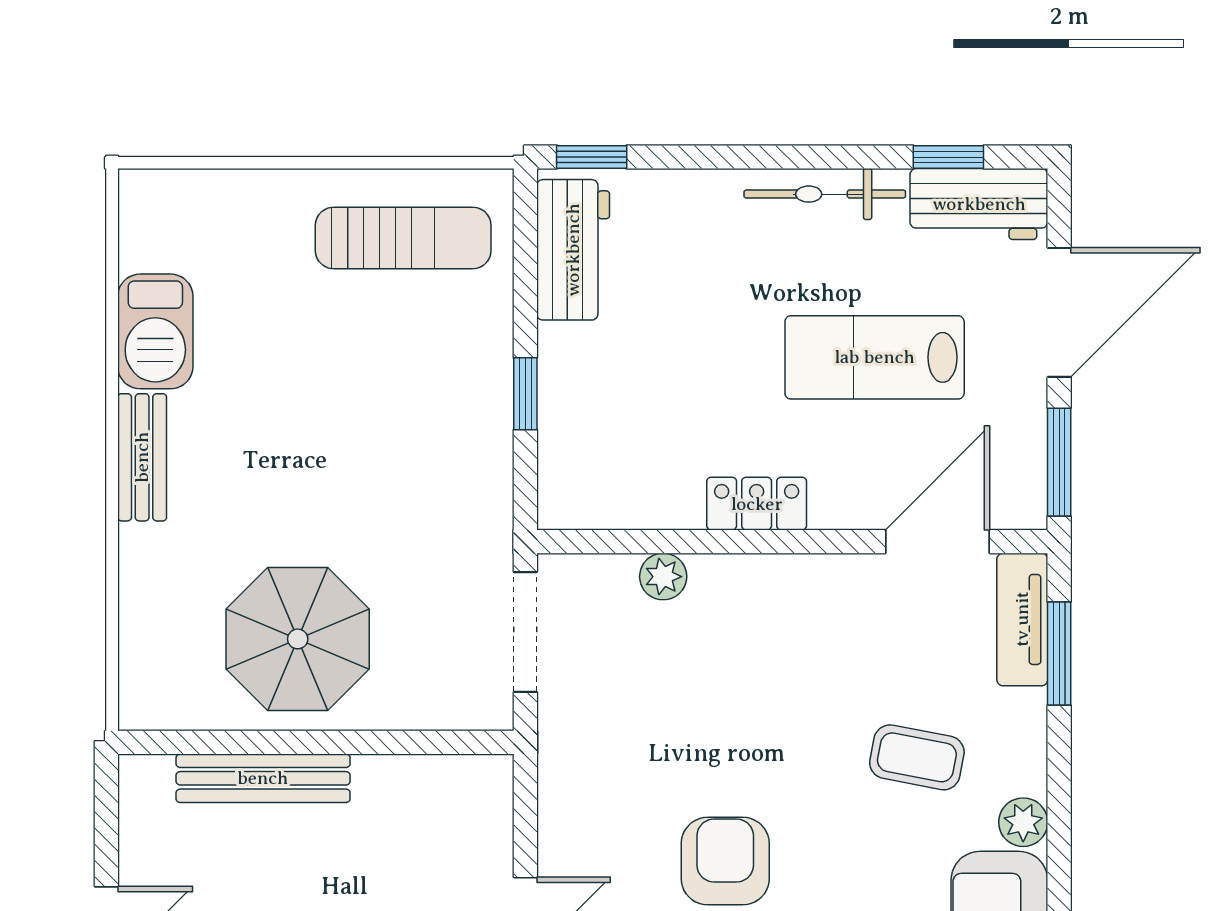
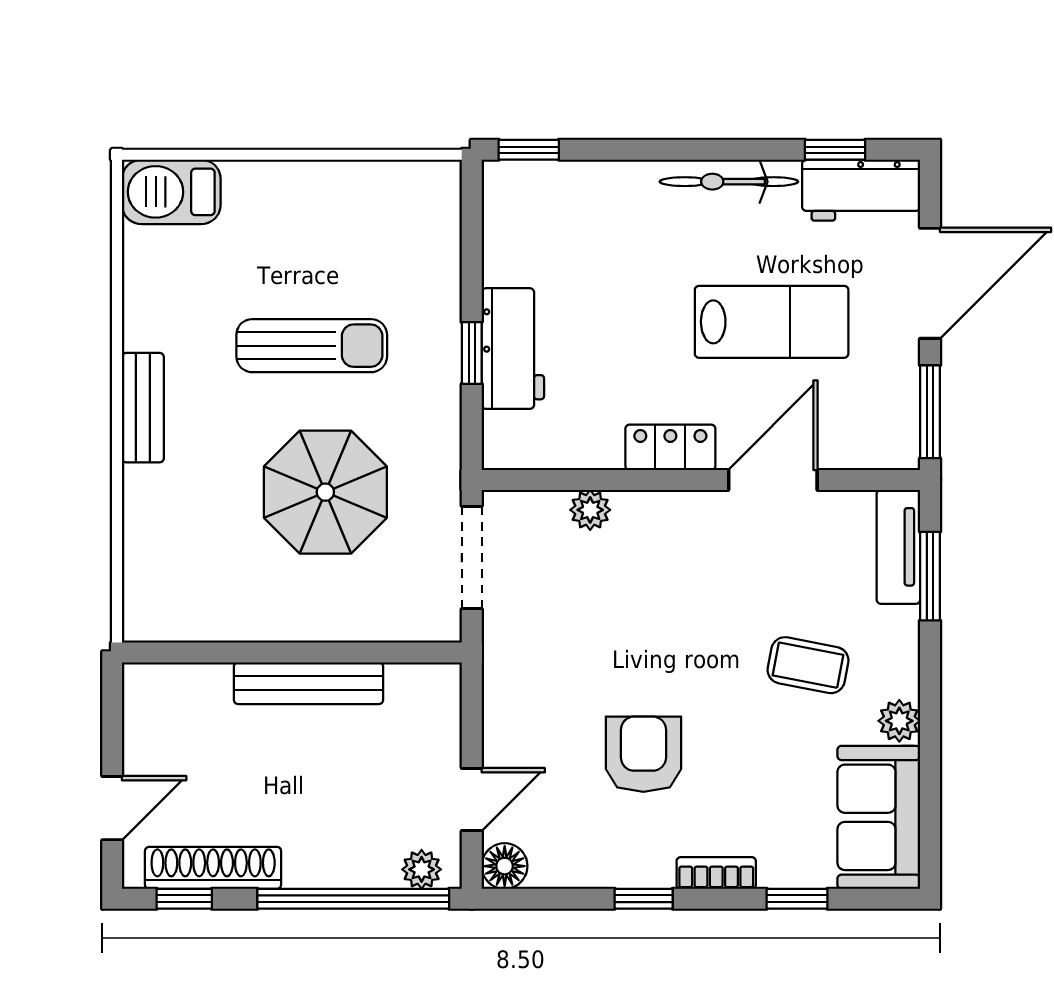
sun lounger: (403, 238) -> (312, 346), moved
workbench: (573, 250) -> (513, 349), moved
barbecue: (155, 331) -> (171, 192), moved, turned 90
lab bench: (875, 357) -> (772, 322), turned 180
door: (937, 542) -> (773, 480), moved
parasol: (298, 639) -> (325, 492), moved
bench: (263, 778) -> (308, 683), moved

